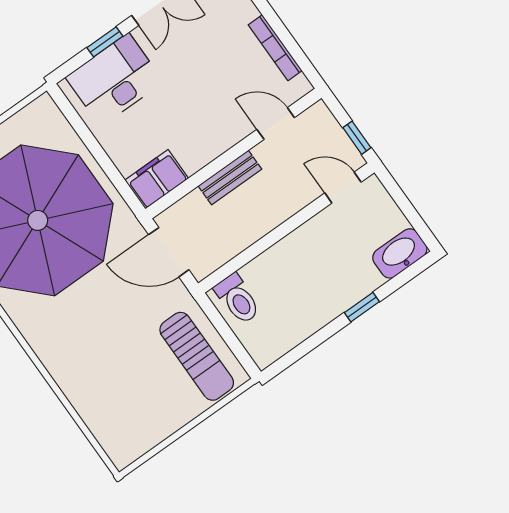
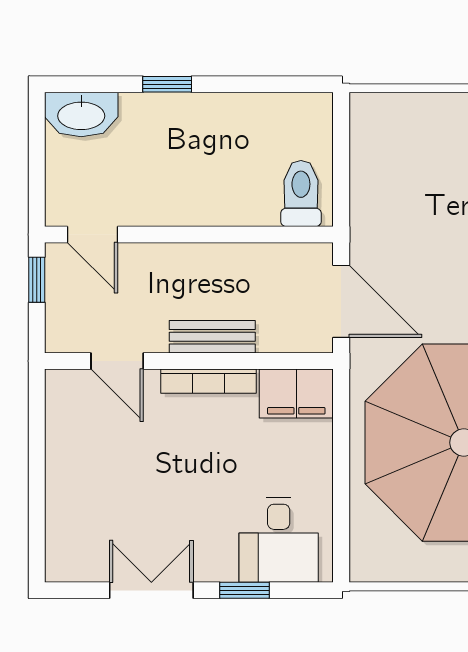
bookcase: (275, 48) -> (209, 381), moved, turned 90
desk: (115, 80) -> (279, 540), width x0.73
sun lounger: (197, 356) -> (393, 161), removed

